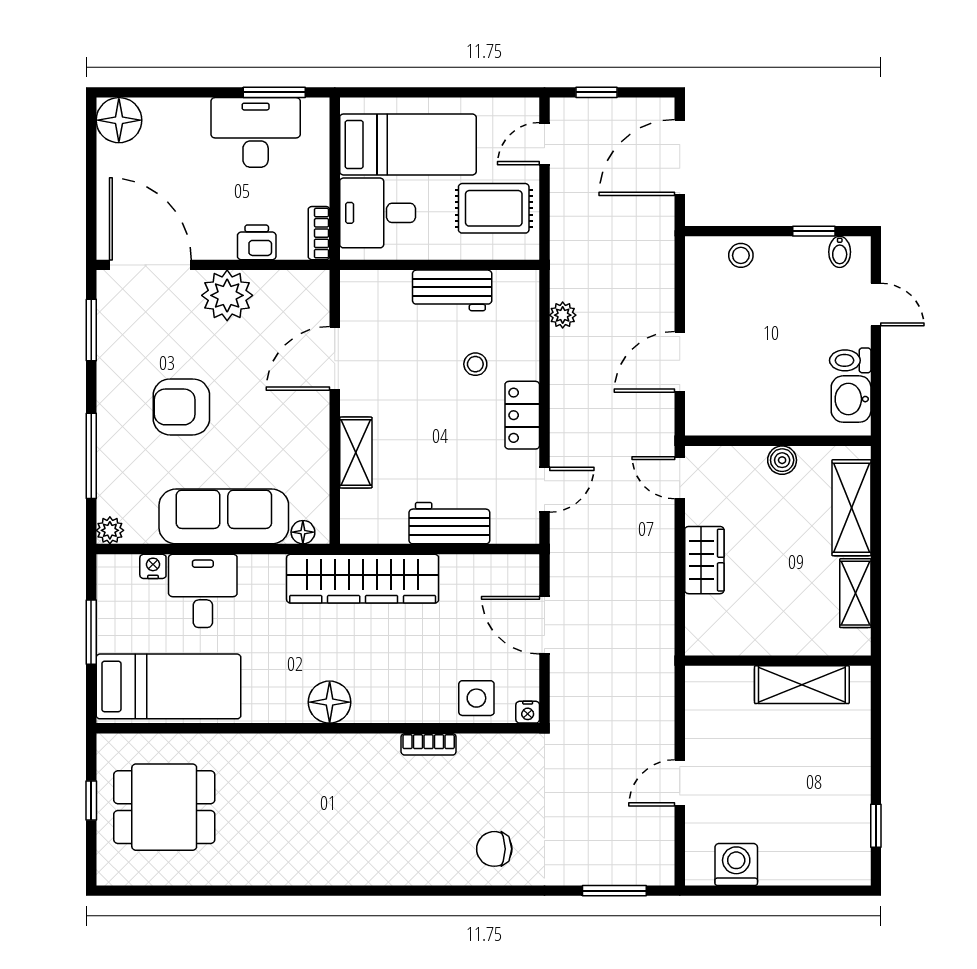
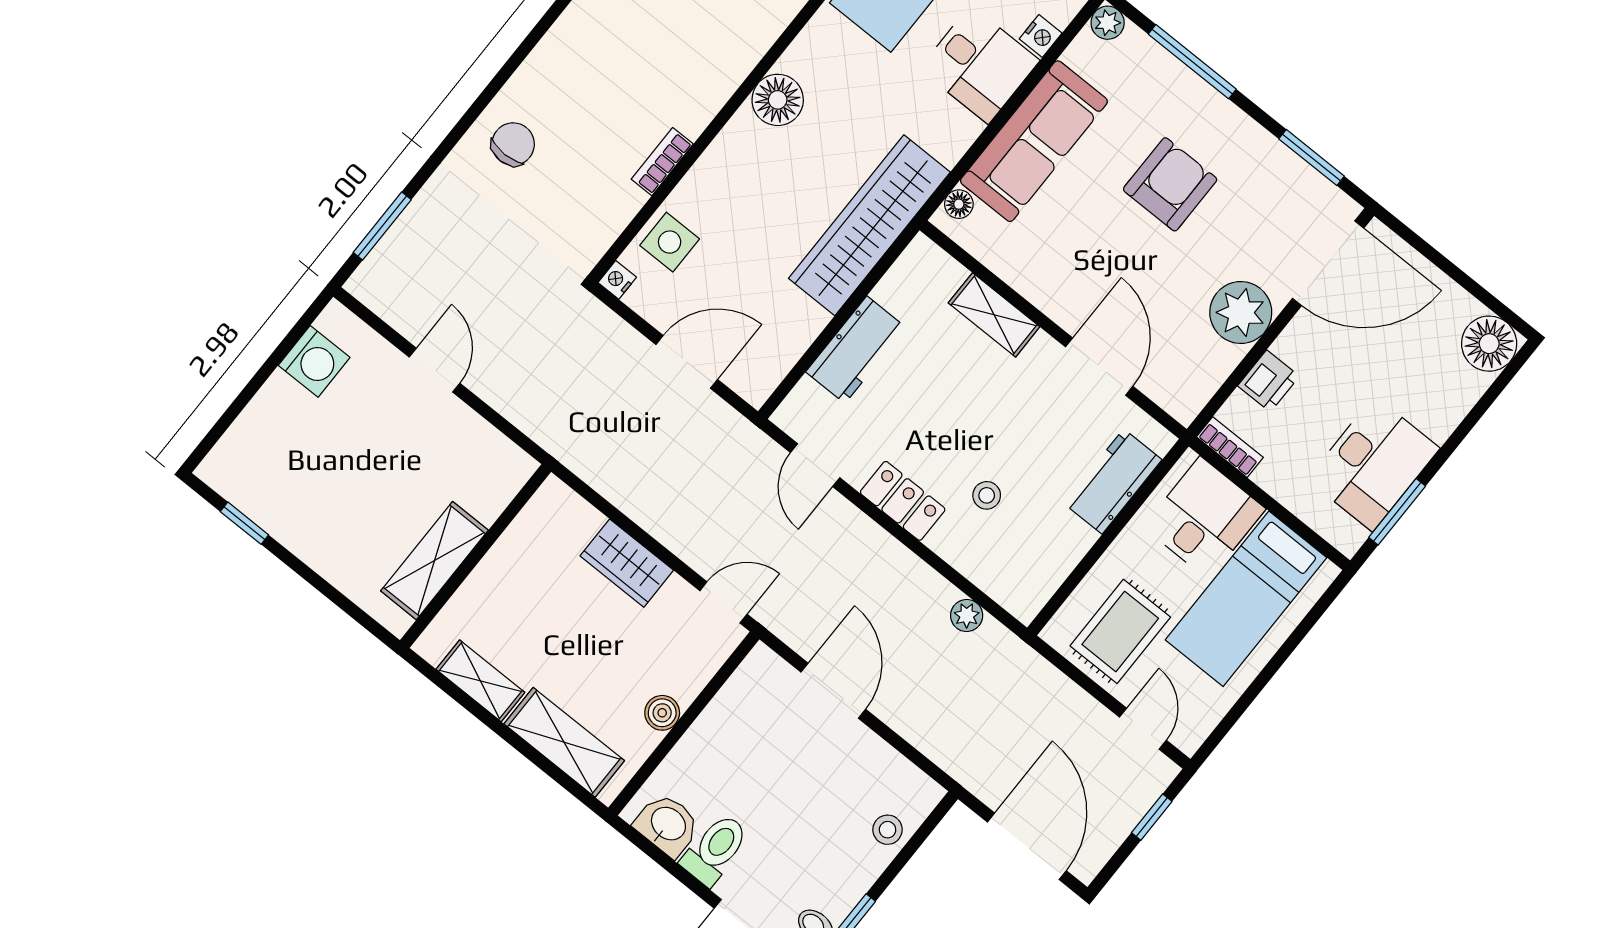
workbench: (452, 290) -> (1113, 482), moved
toilet: (850, 360) -> (715, 849), width x1.37, depth x1.39

